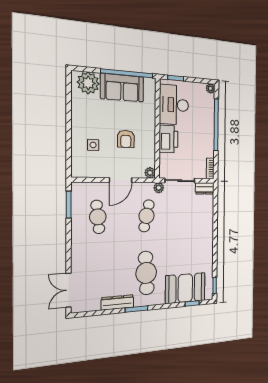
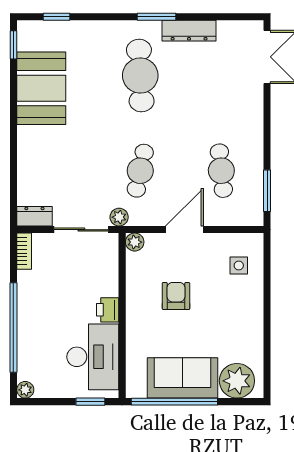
printer: (169, 139) -> (108, 310), width x0.53, depth x0.68
side table: (93, 145) -> (239, 266), moved
booth: (185, 288) -> (41, 88), moved, turned 90

